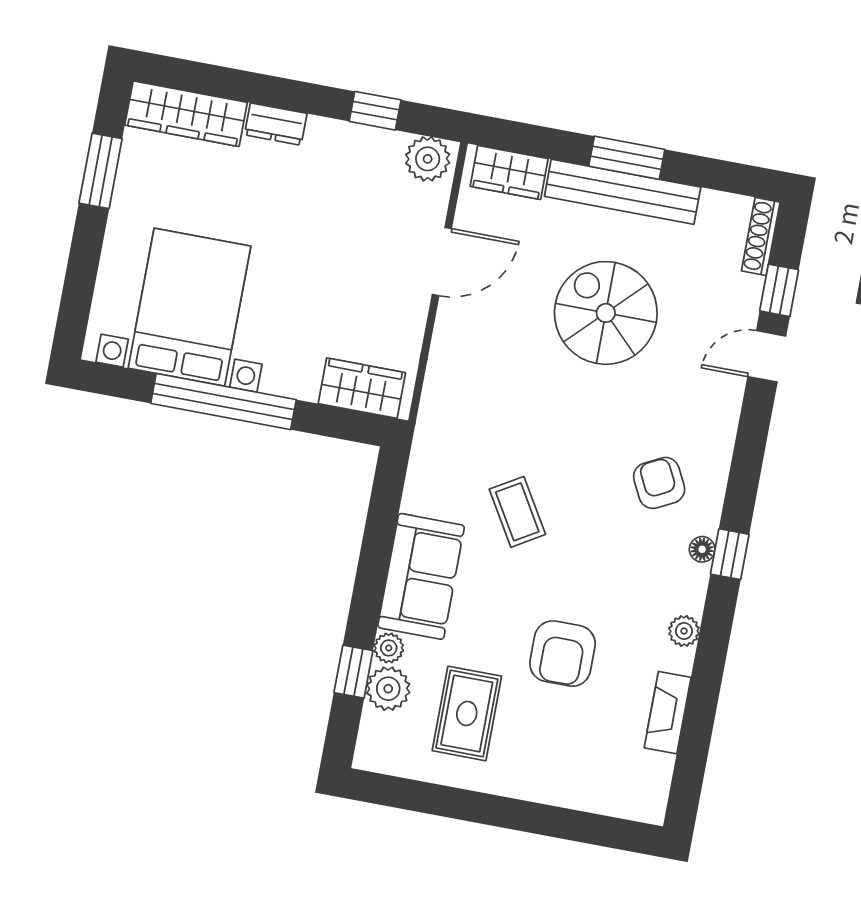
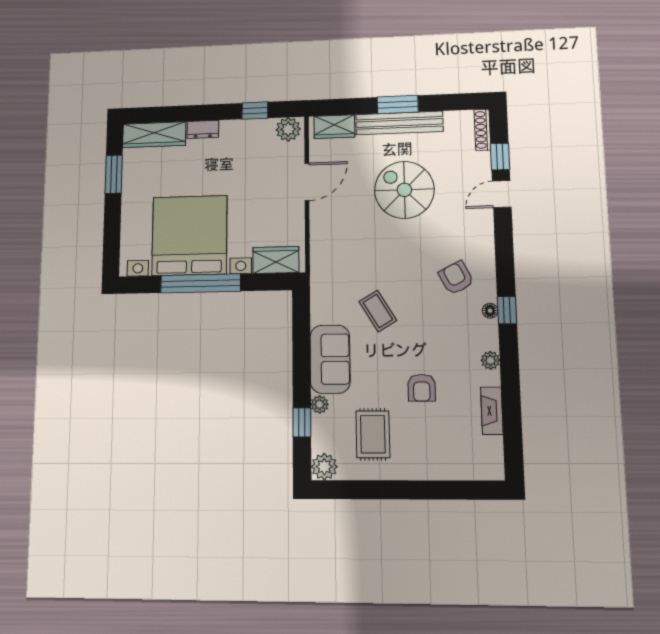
bed with nightstands: (189, 307) -> (189, 235), width x1.36
armchair: (563, 654) -> (422, 388), width x0.72, depth x0.72
plant: (388, 689) -> (324, 467), moved

